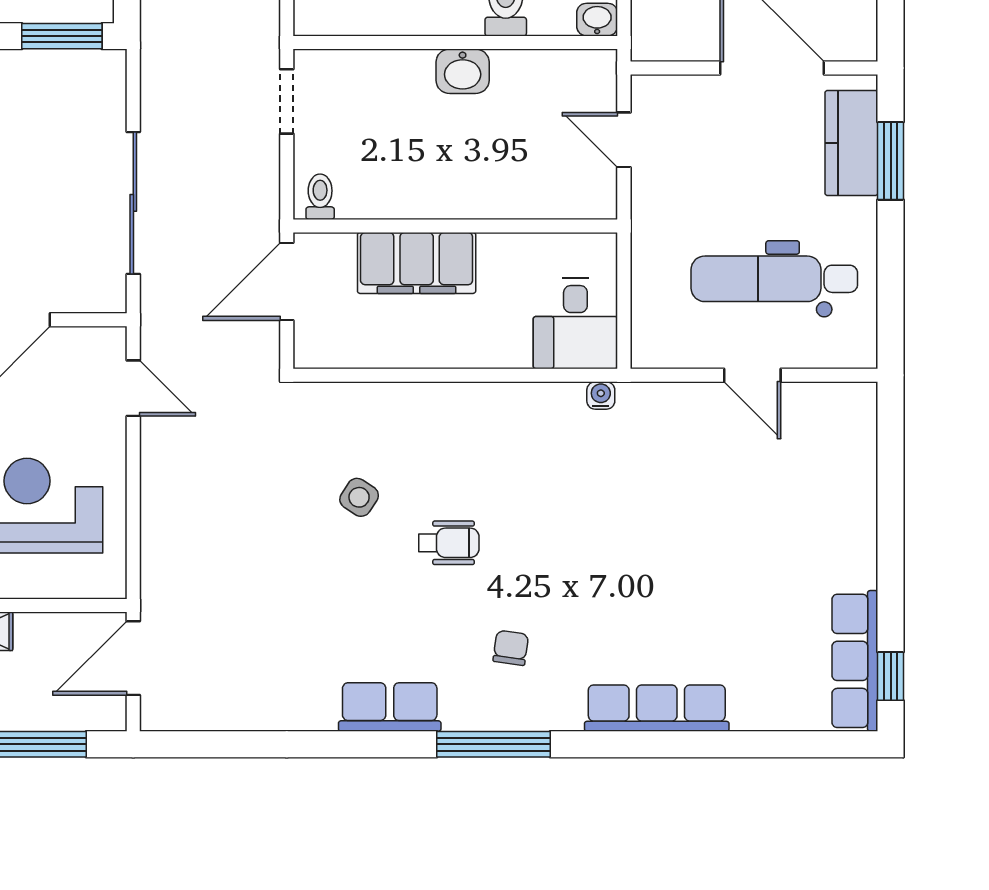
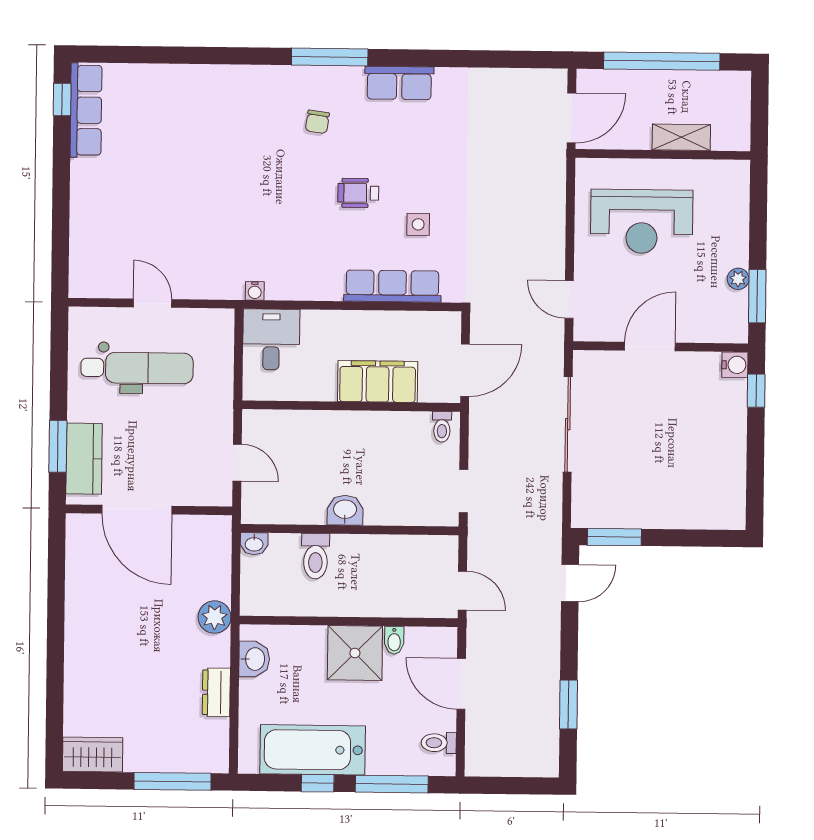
side table: (359, 497) -> (418, 224), turned -33
row of seats: (657, 708) -> (392, 286), moved, turned 180

